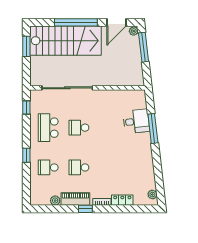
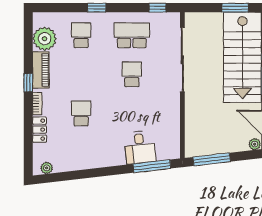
window: (144, 47) -> (212, 159), moved
window: (153, 128) -> (152, 166), moved
school desk: (79, 167) -> (81, 113), moved
plant: (55, 201) -> (45, 39), width x1.87, depth x1.87

